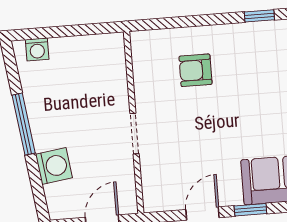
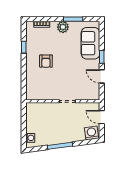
armchair: (195, 70) -> (46, 61), moved
washing machine: (54, 166) -> (92, 133), moved

